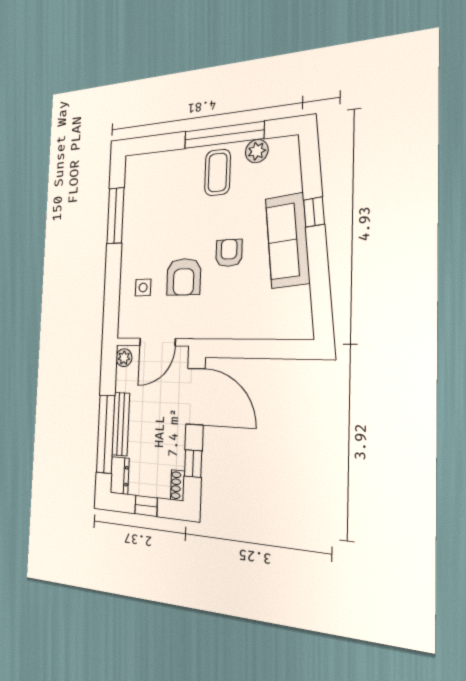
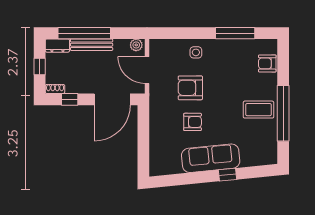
plant: (257, 151) -> (270, 136), removed
armchair: (156, 166) -> (267, 63), added
armchair: (229, 253) -> (193, 122), moved
side table: (143, 287) -> (196, 52), moved

